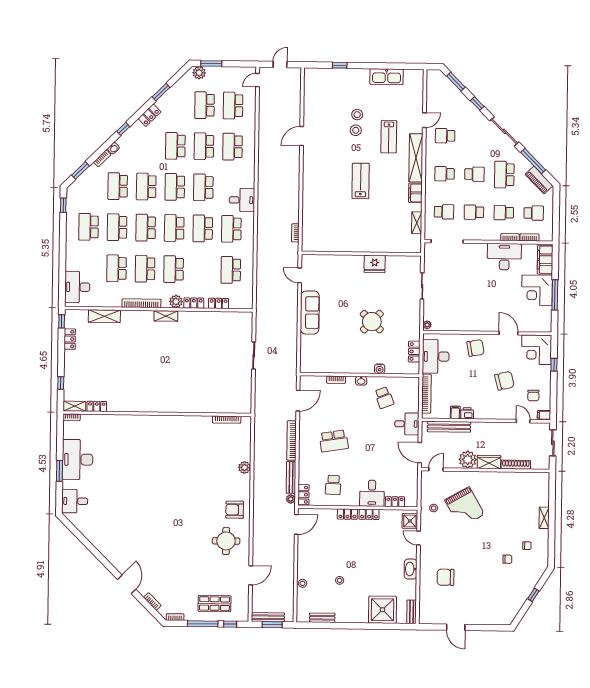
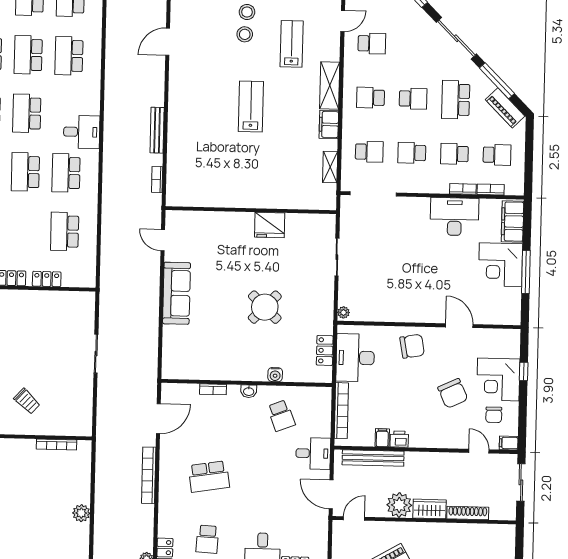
school desk: (445, 136) -> (372, 43), turned 180
lab bench: (389, 137) -> (292, 44), turned 180
shelving: (416, 158) -> (330, 86), width x0.68
corner desk: (537, 350) -> (498, 380), moved
chair: (504, 381) -> (453, 393), turned 79
trolley: (206, 389) -> (27, 401), added
bench: (291, 477) -> (157, 130), moved

